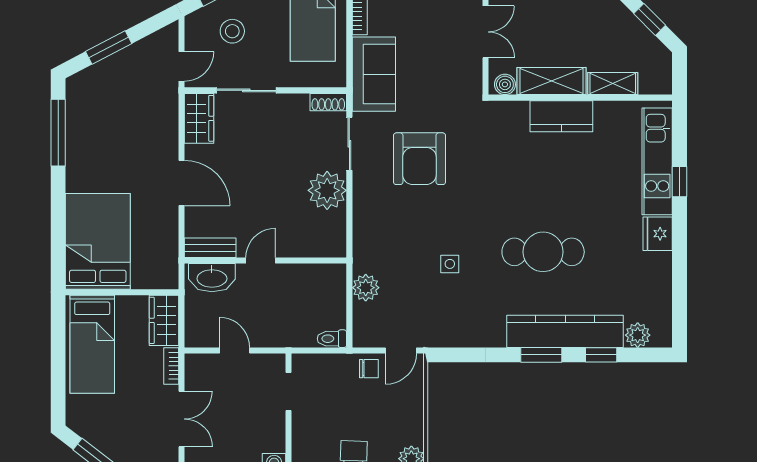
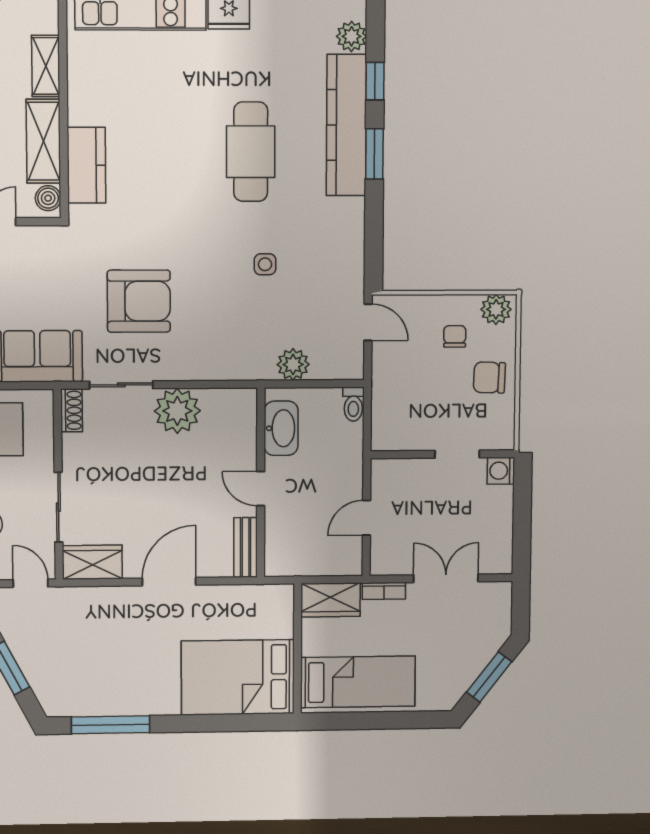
kitchen counter: (561, 116) -> (86, 165), moved
washbasin: (212, 278) -> (281, 428), moved
chair: (369, 369) -> (455, 336), moved
doorway: (289, 391) -> (457, 454), moved

